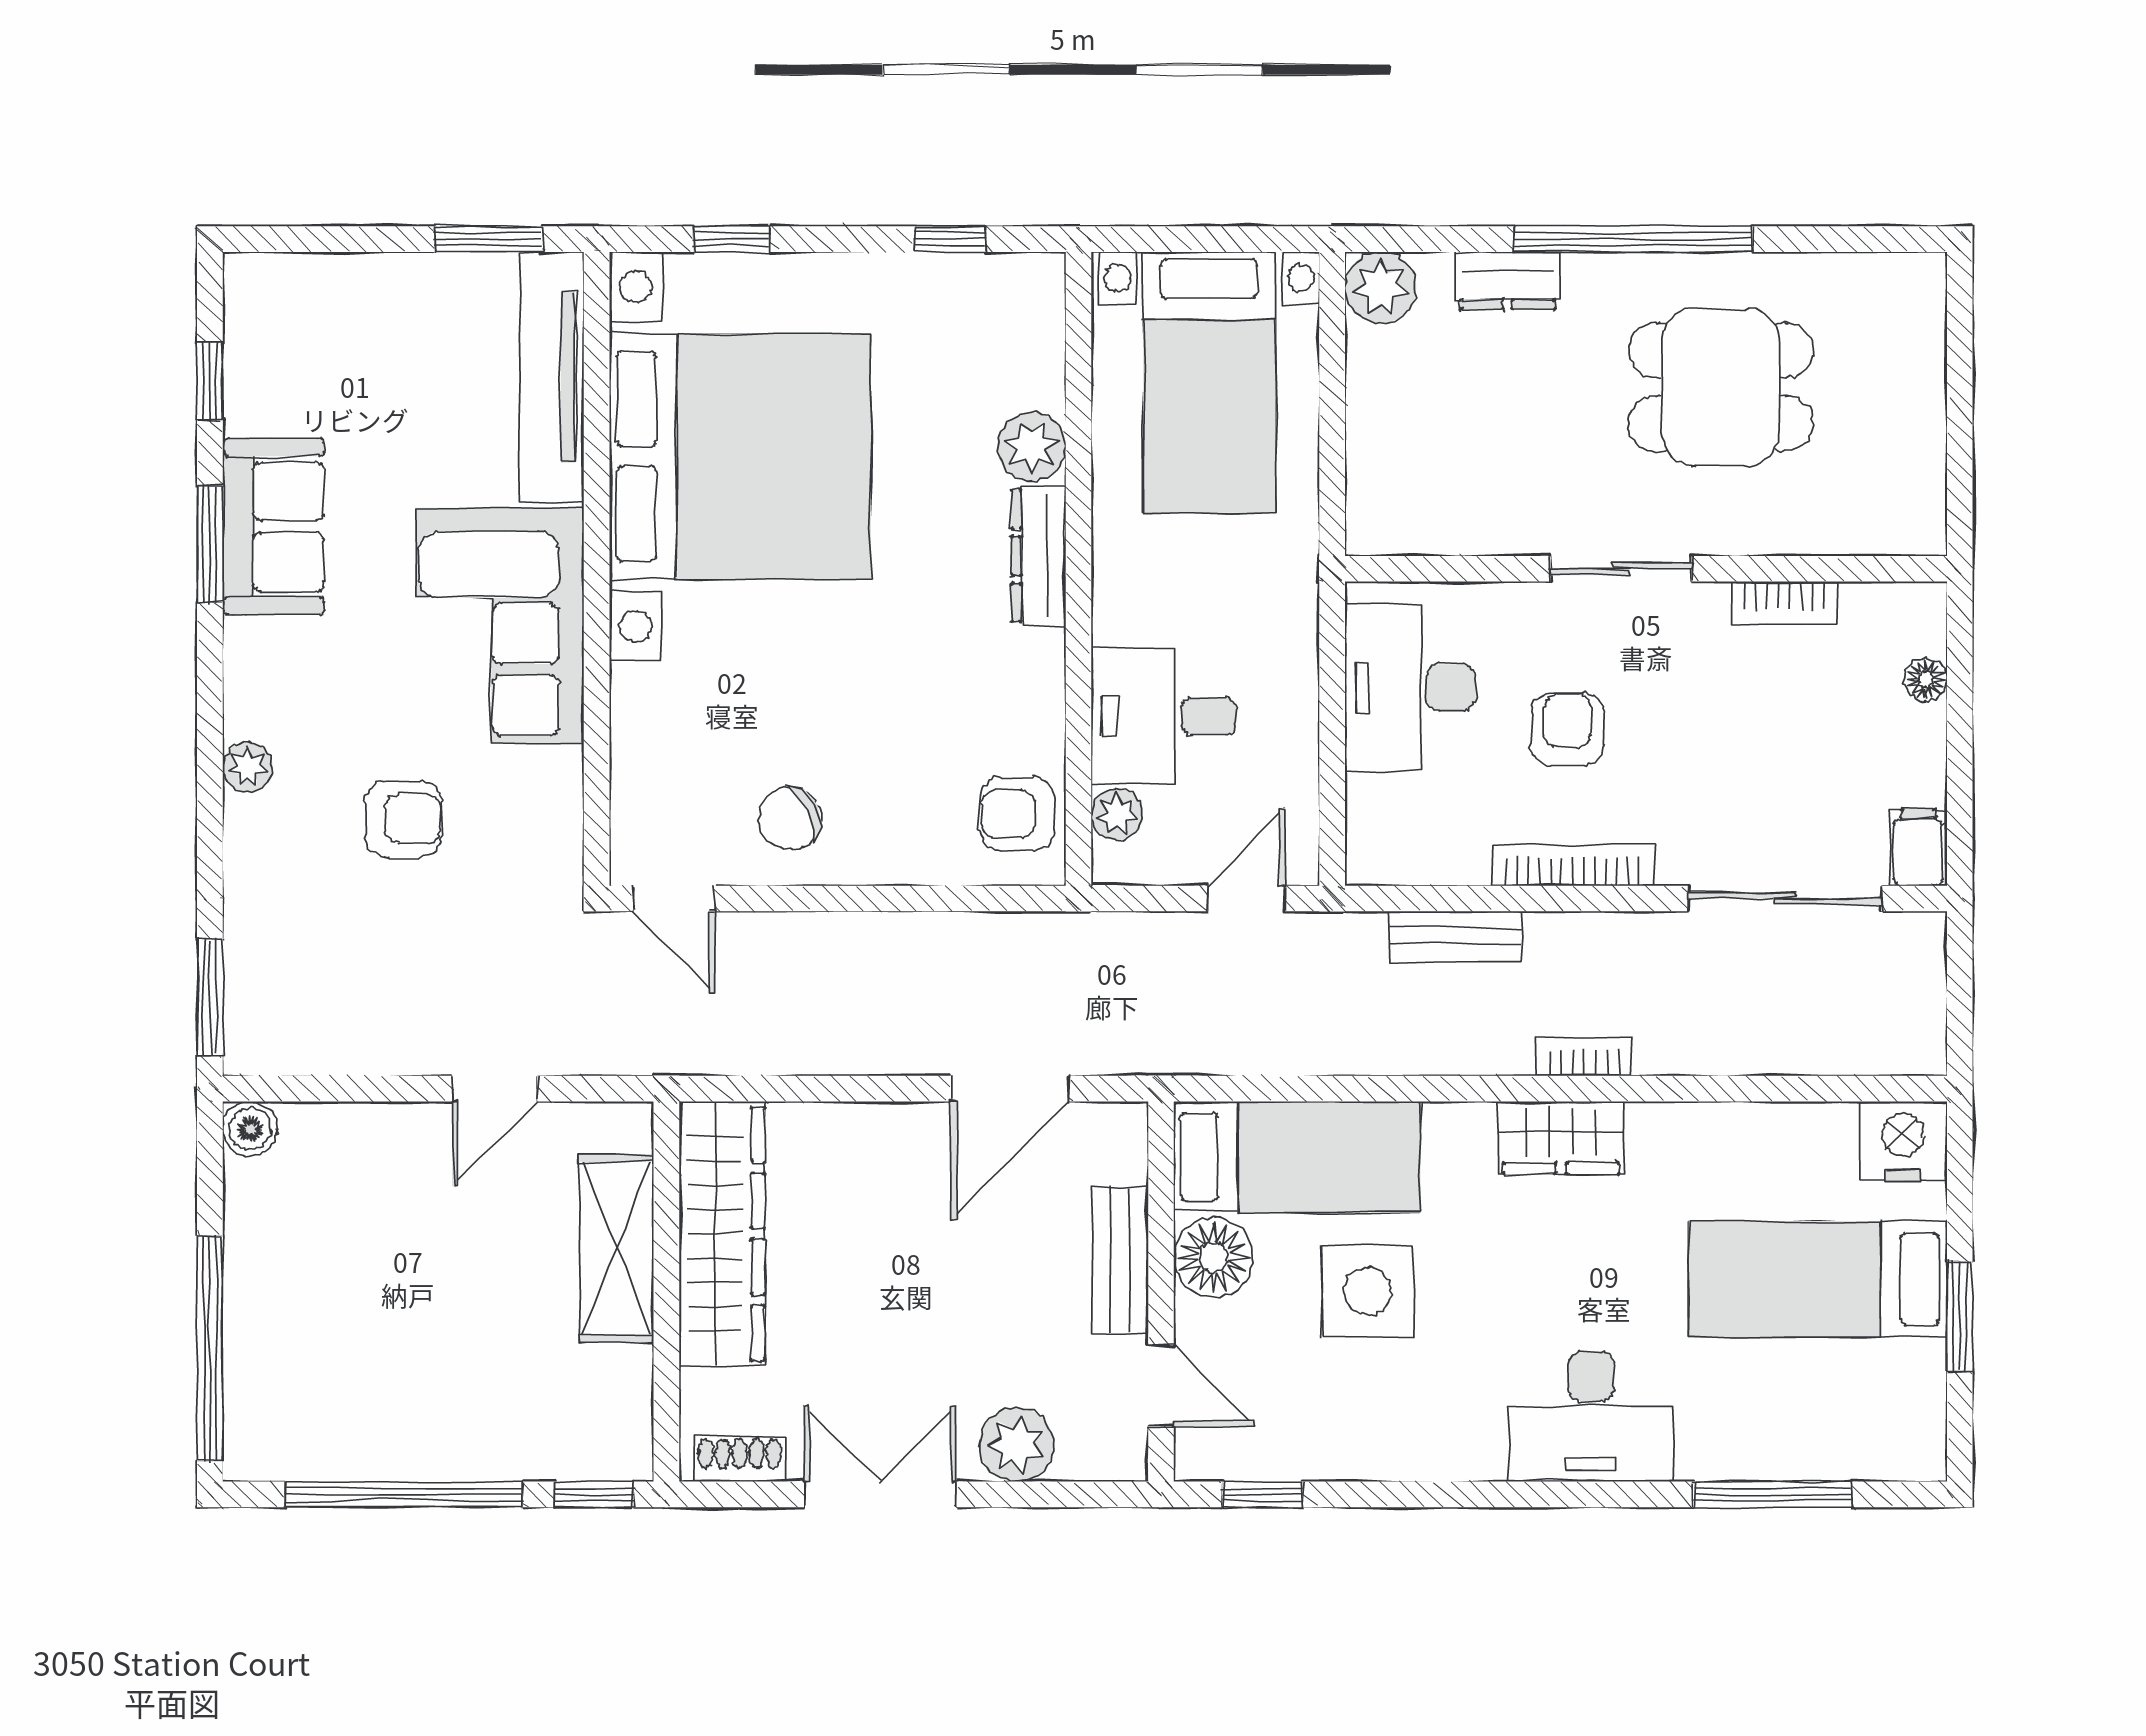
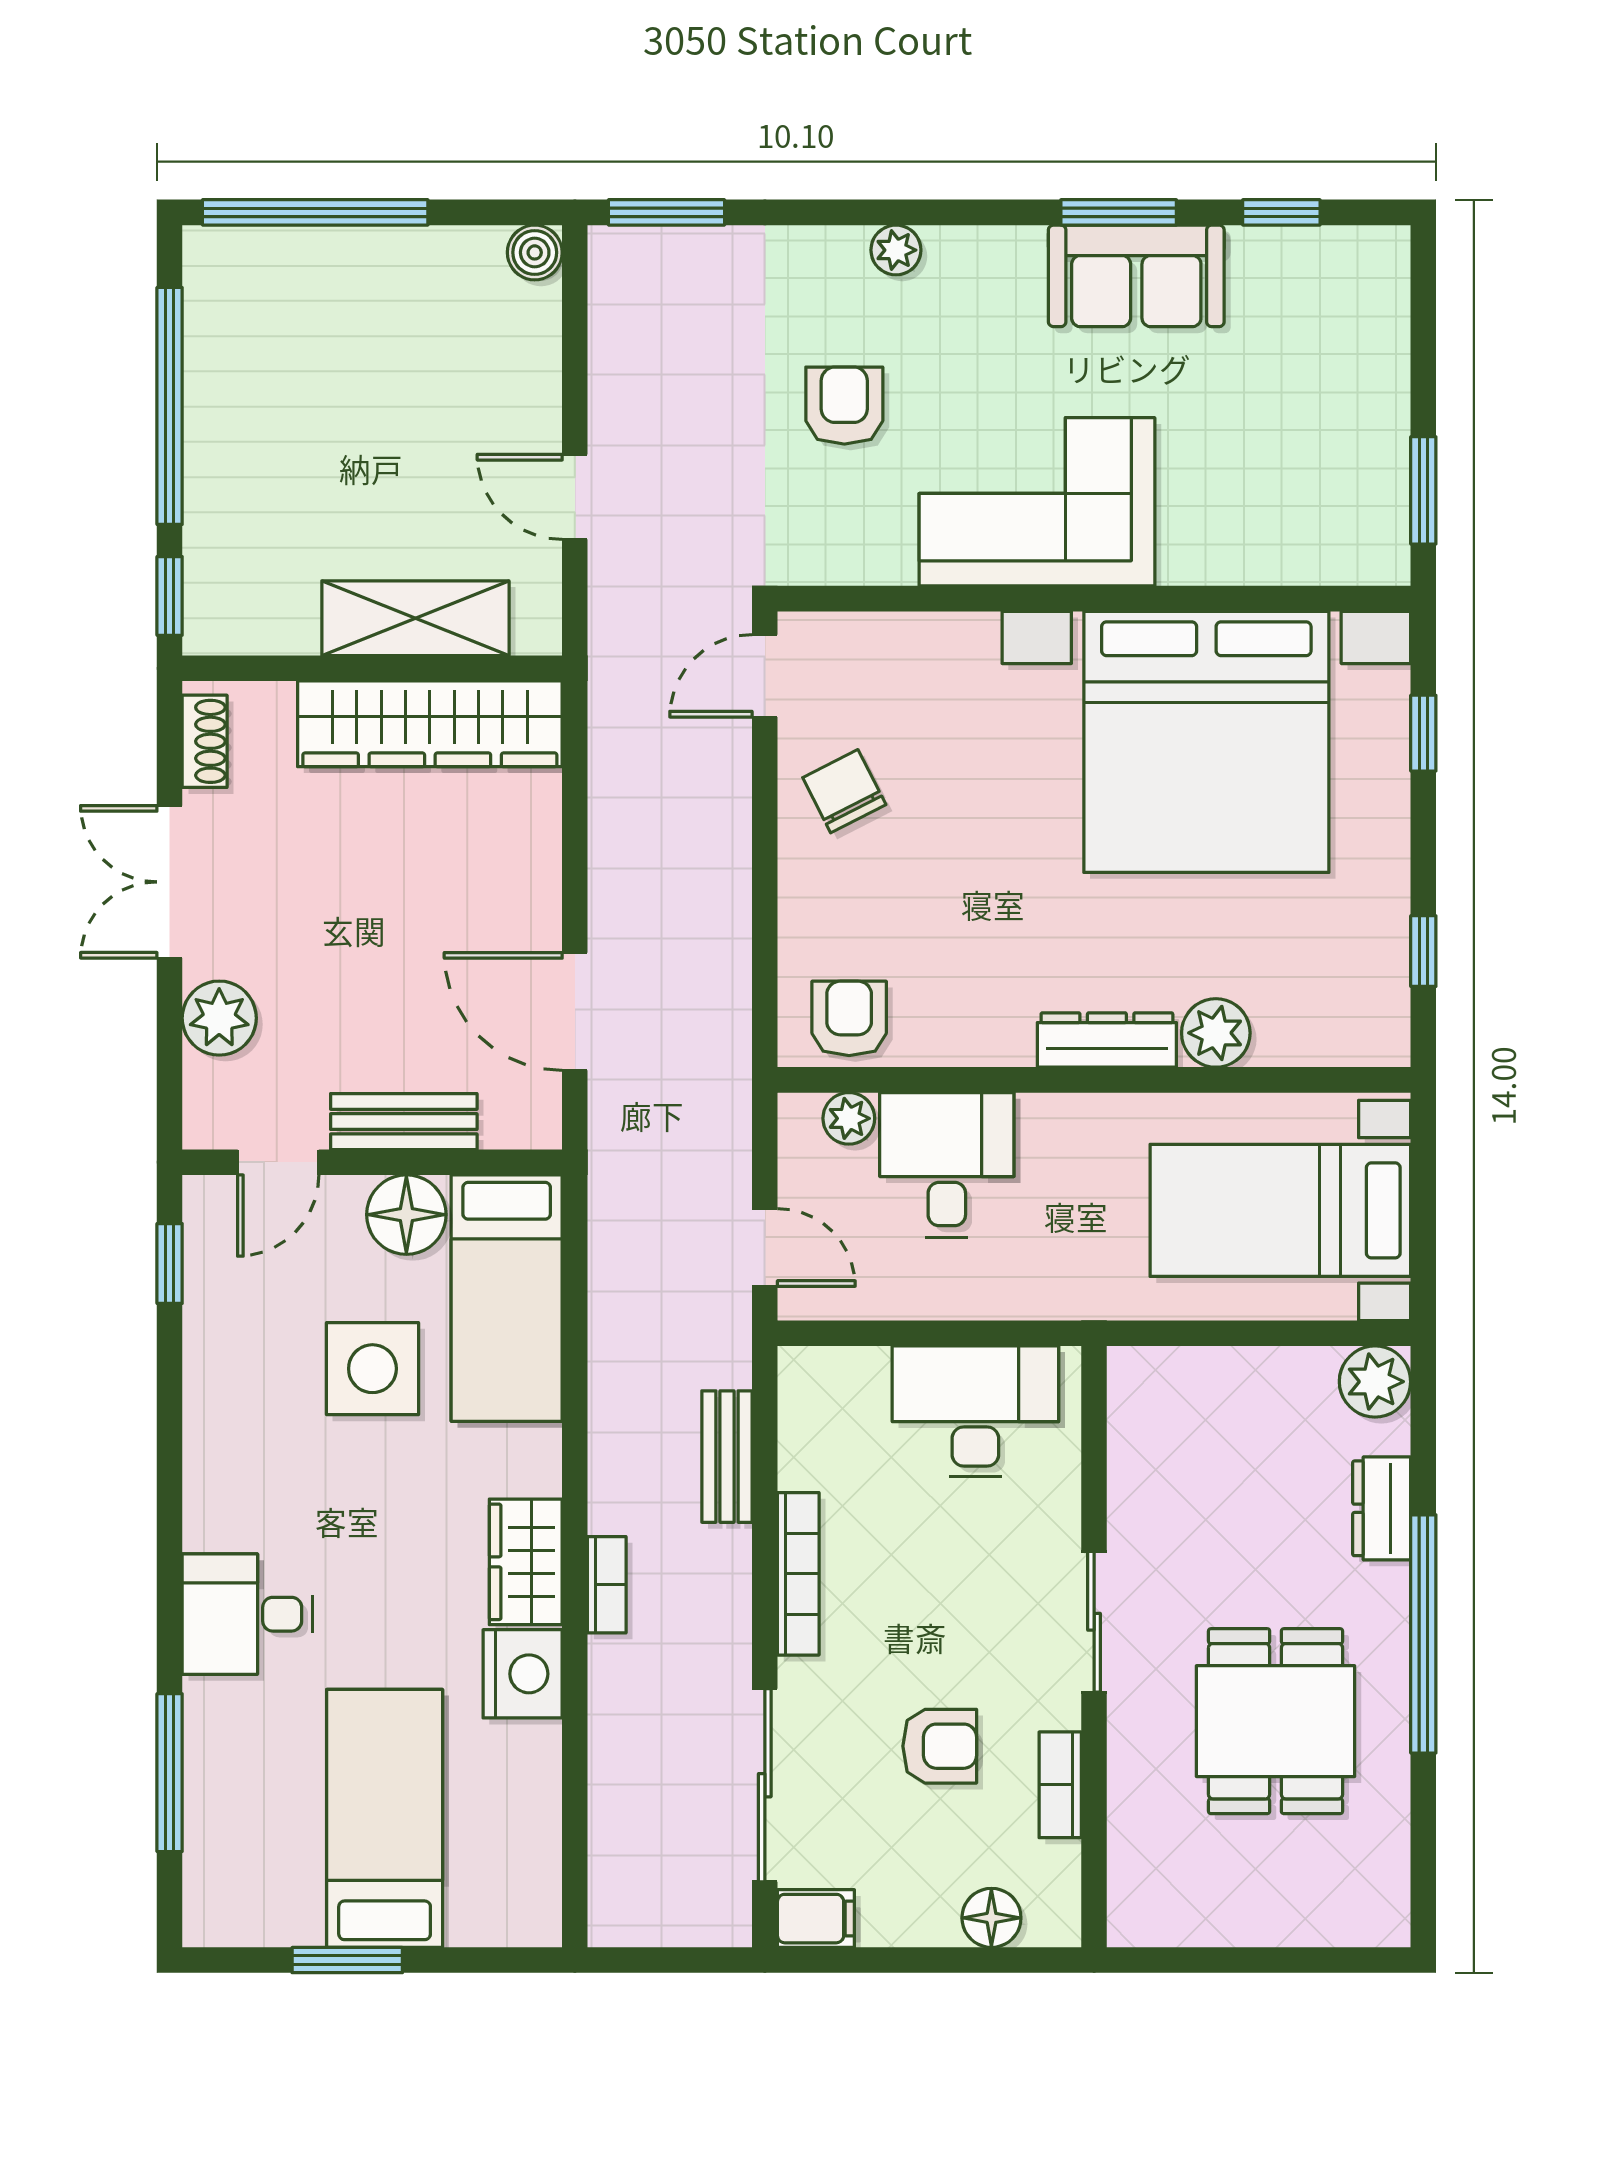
tv unit: (552, 377) -> (1285, 554), removed
floor lamp: (1926, 679) -> (991, 1918), width x1.37, depth x1.37
armchair: (1567, 730) -> (940, 1746), moved
armchair: (403, 819) -> (844, 406), turned 180
nightstand: (1903, 1141) -> (523, 1674), moved
desk: (1591, 1417) -> (247, 1614), width x0.73
double door: (880, 1494) -> (170, 882), swing flipped

